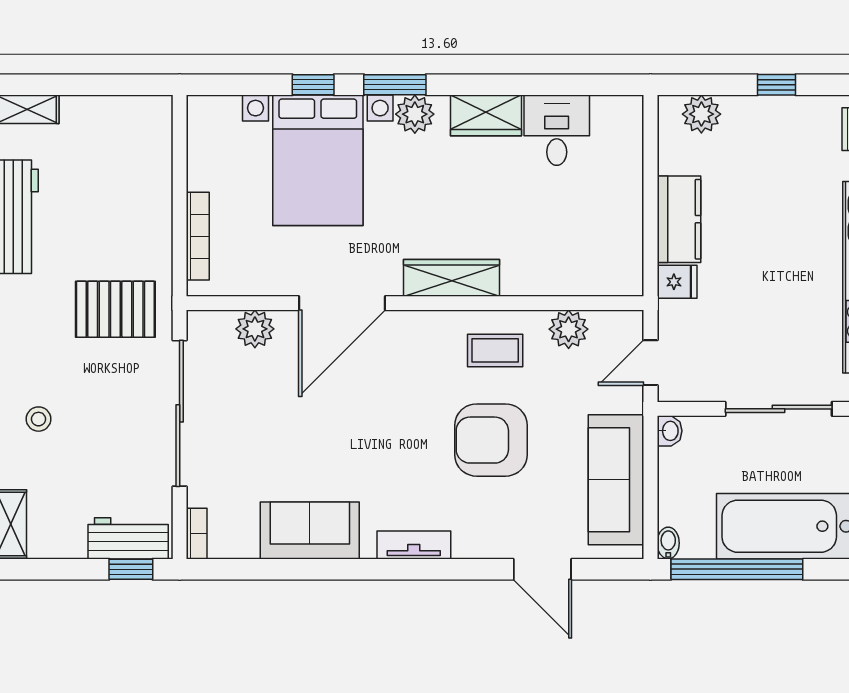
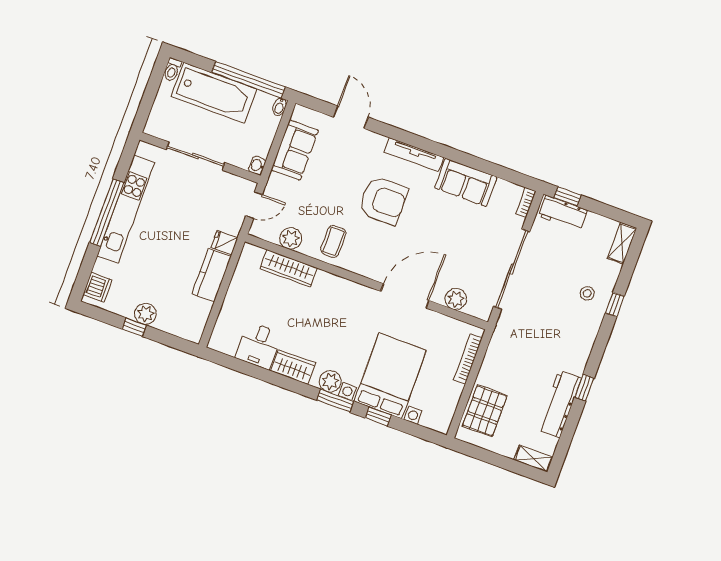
plant: (701, 114) -> (145, 314), moved
wardrobe: (451, 278) -> (289, 268), moved
pallet: (115, 309) -> (485, 411), moved, turned 90
coffee table: (495, 350) -> (333, 241), turned 90
armchair: (491, 440) -> (383, 200), moved
sofa: (616, 480) -> (295, 150), width x0.73
tv unit: (414, 545) -> (414, 155), width x1.41

